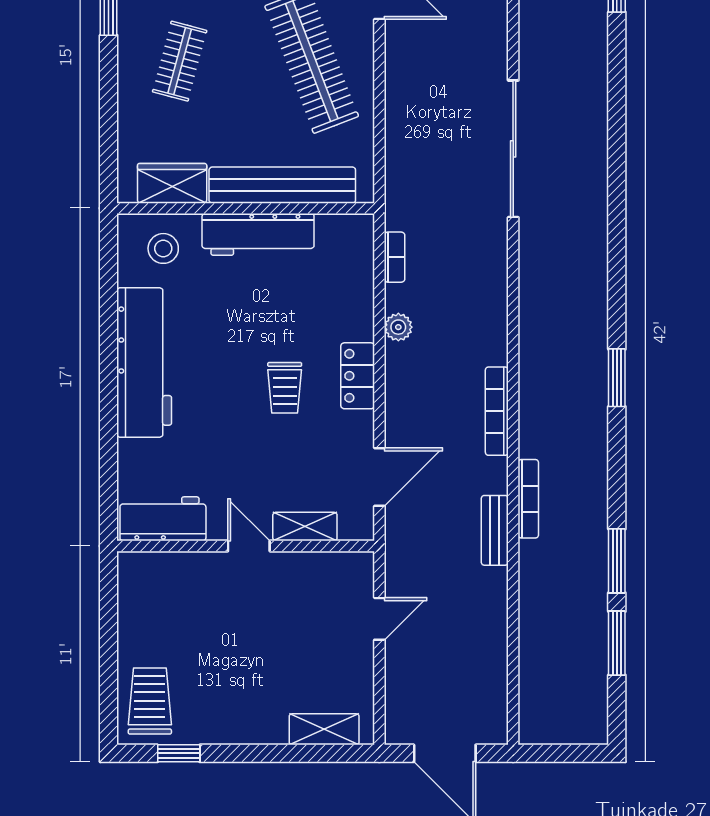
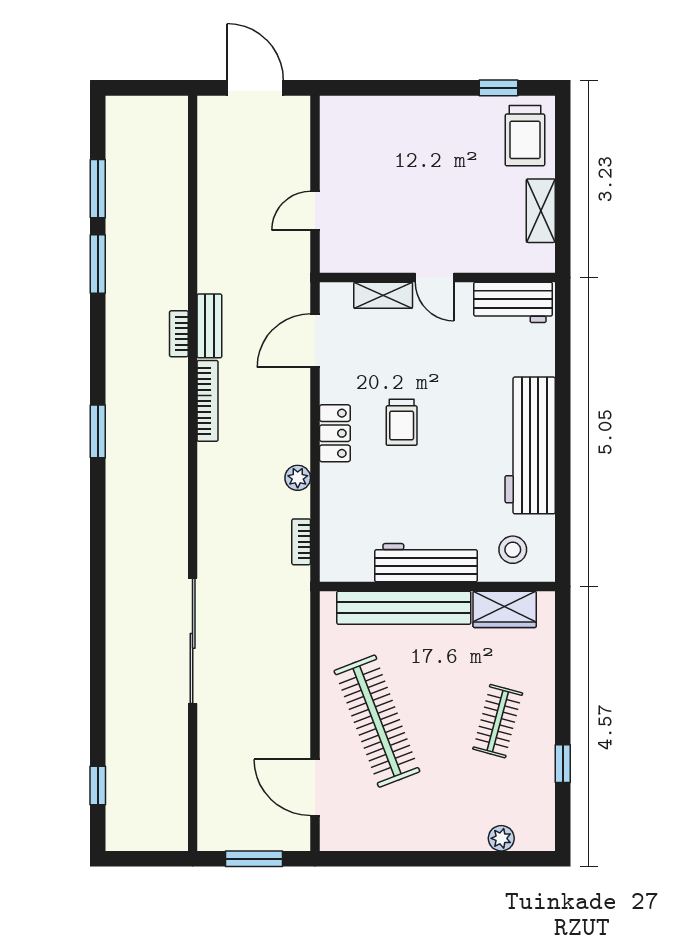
trolley: (285, 388) -> (402, 422), turned 180
bookcase: (528, 499) -> (179, 334), width x0.64
bench: (495, 530) -> (209, 326), moved
shelving: (324, 729) -> (541, 211), moved, turned 90

